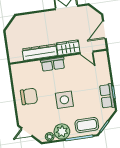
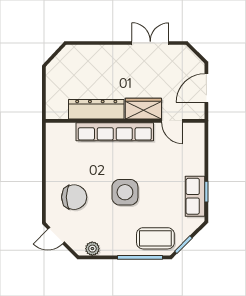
row of seats: (53, 64) -> (115, 132), width x2.02
chair: (29, 96) -> (74, 197), moved
plant: (62, 131) -> (113, 243), removed

